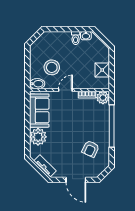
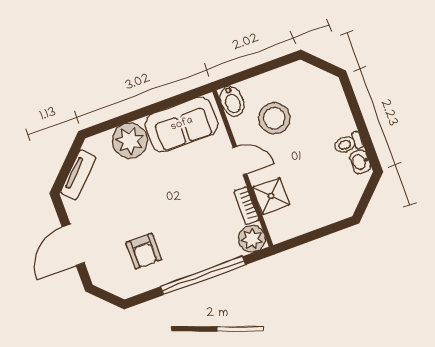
shower: (102, 70) -> (271, 196), moved
armchair: (91, 149) -> (144, 251), turned -115

